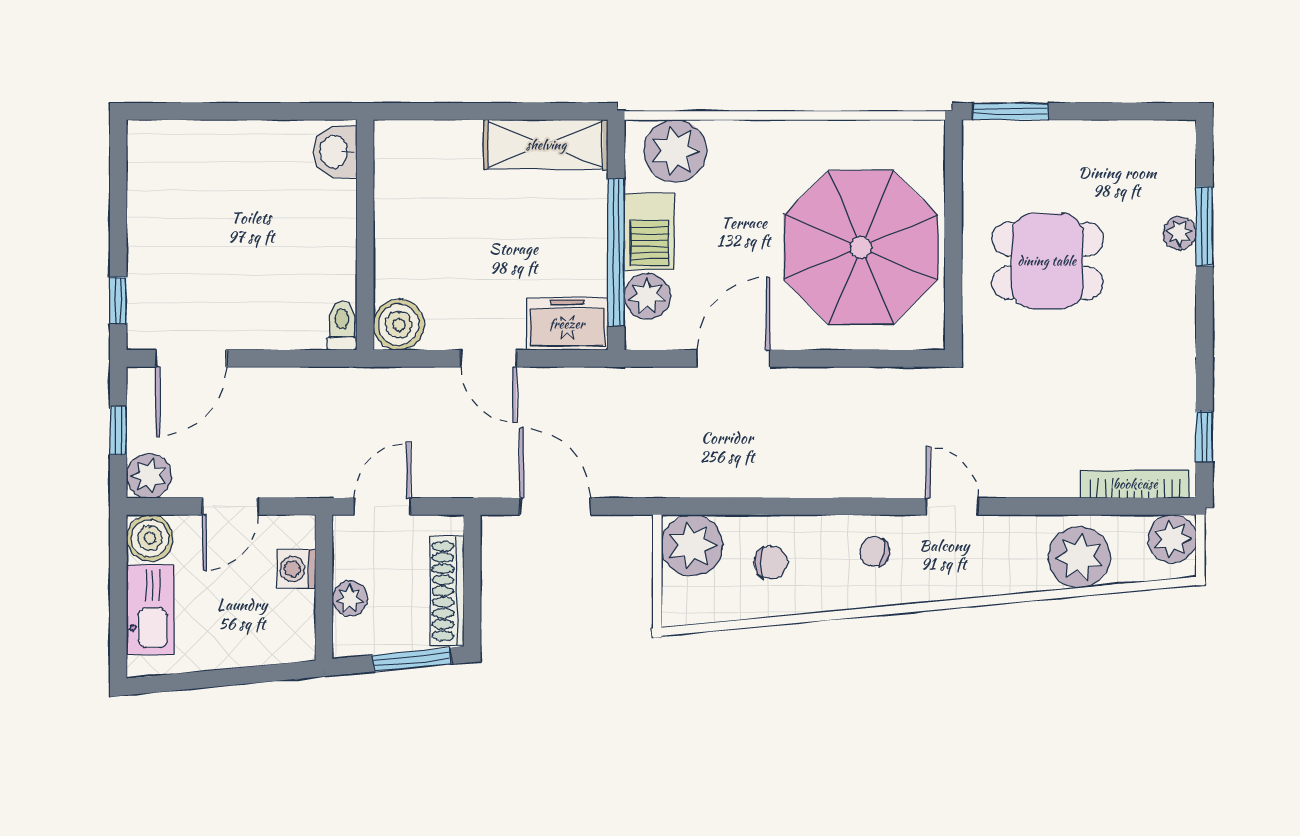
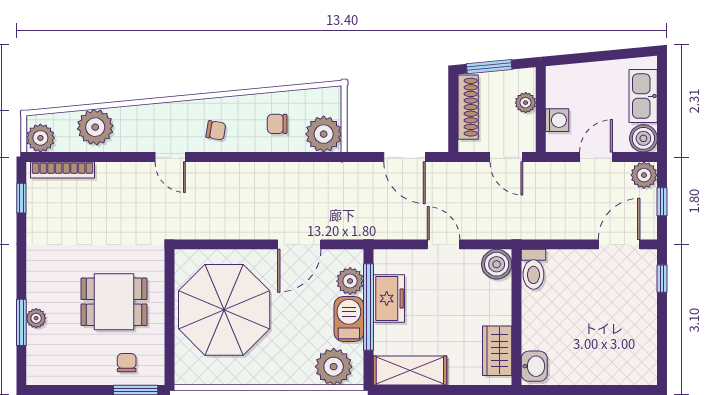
chair: (1026, 158) -> (127, 363), added
wardrobe: (398, 178) -> (497, 351), added
freezer: (567, 324) -> (389, 298), moved, turned -90
toilet: (342, 326) -> (533, 269), width x1.37, depth x1.39
door: (382, 506) -> (506, 157), hinge flipped

